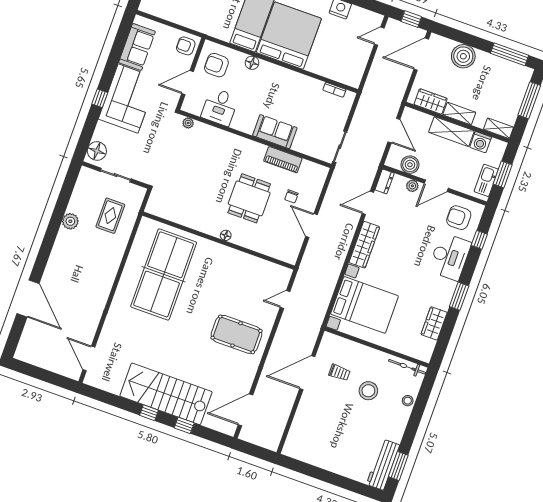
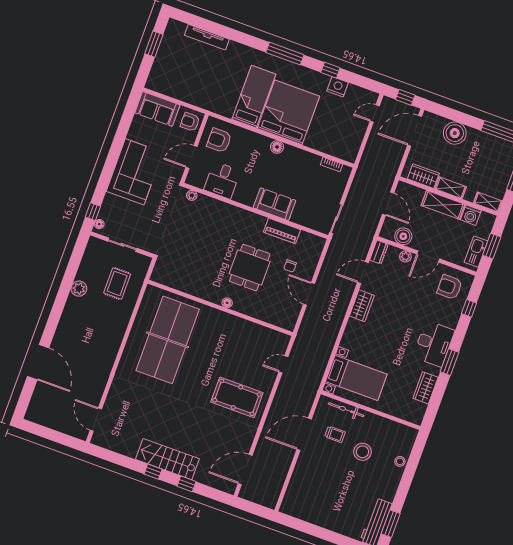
sofa: (137, 47) -> (157, 109), moved, turned 90
floor lamp: (252, 63) -> (277, 147), moved
window: (100, 98) -> (93, 212), moved
floor lamp: (97, 151) -> (99, 224), width x0.53, depth x0.53
wardrobe: (364, 245) -> (362, 306), width x0.67
desk: (450, 257) -> (434, 344), moved
bed with nightstands: (365, 305) -> (356, 378), width x0.73
bicycle: (407, 367) -> (346, 410), moved
stairs: (166, 394) -> (167, 459), width x0.73, depth x0.66

